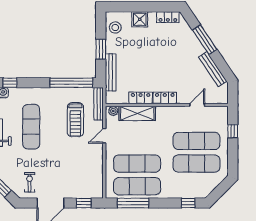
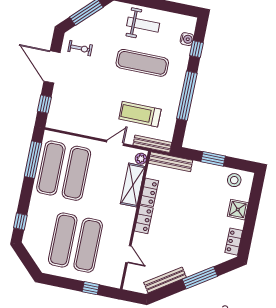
bench: (111, 72) -> (171, 162), moved
window: (71, 83) -> (187, 96), moved
door: (104, 136) -> (115, 143), hinge flipped

